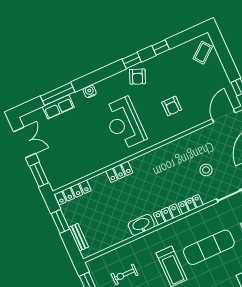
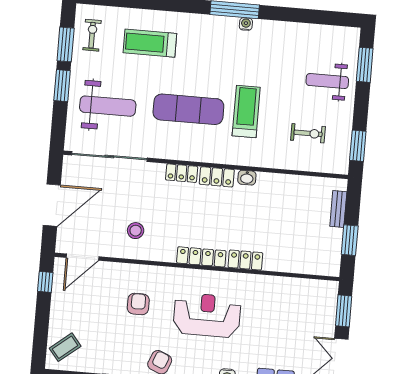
reception desk: (124, 123) -> (207, 315), turned -90
stool: (206, 170) -> (136, 231), moved
locker: (73, 192) -> (201, 257), moved
washbasin: (141, 225) -> (247, 178), width x0.52, depth x0.69

